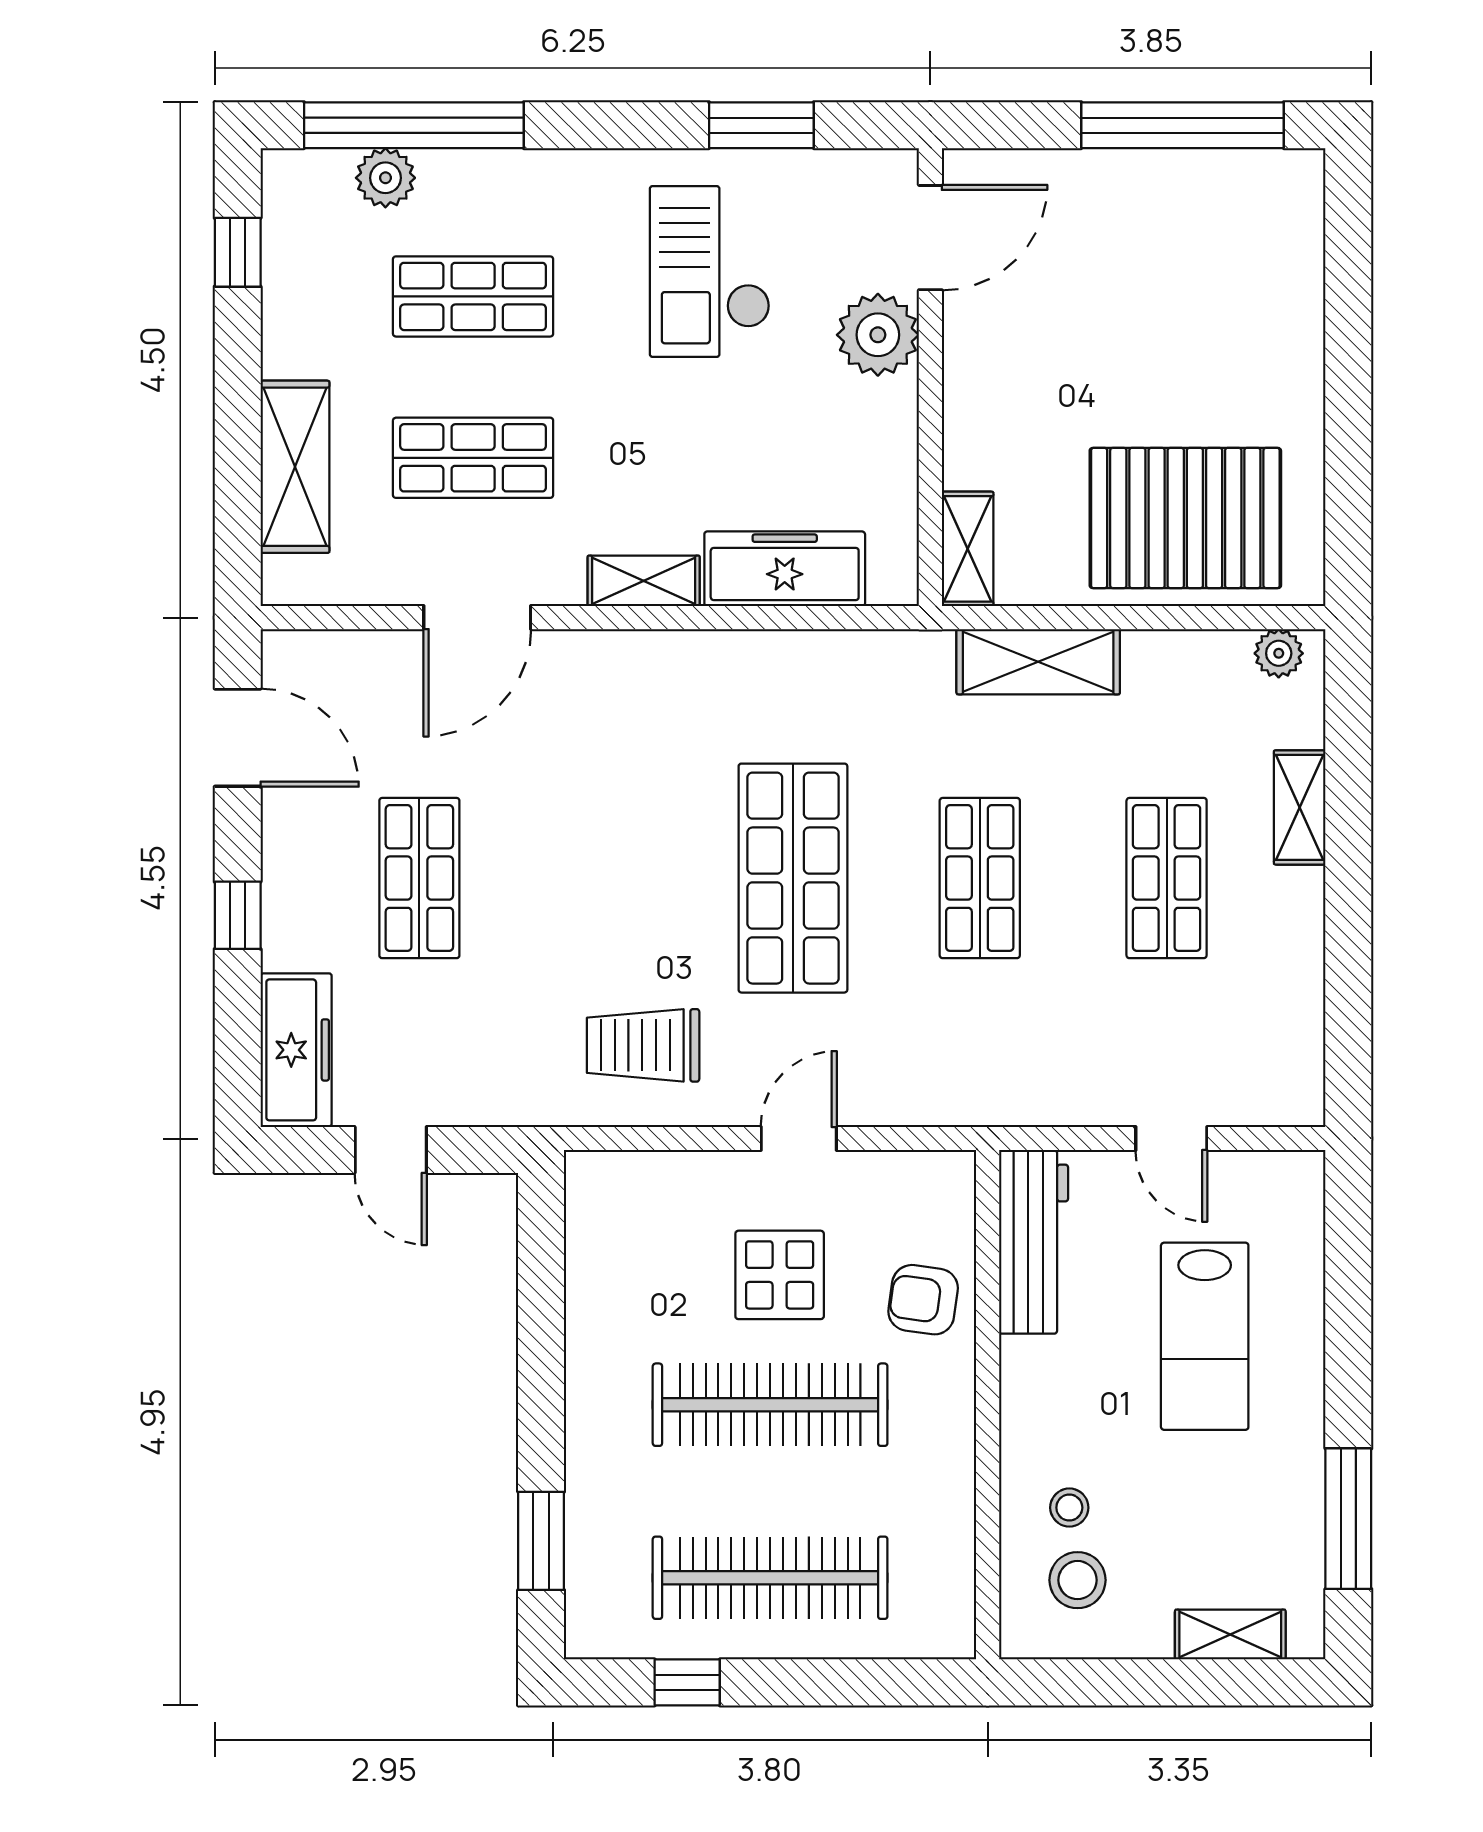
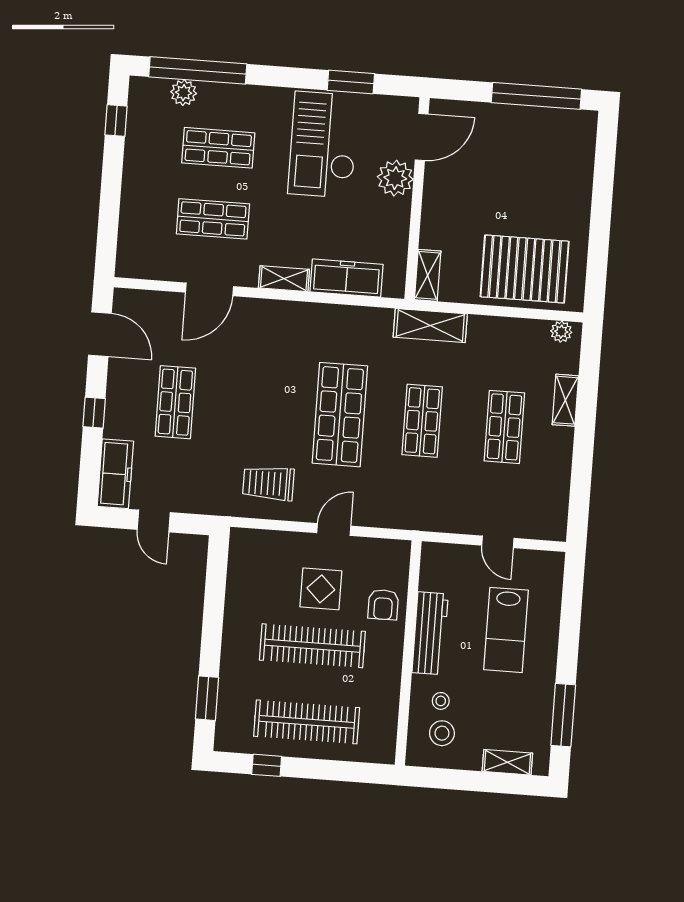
checkout: (710, 272) -> (323, 145), width x1.36, depth x1.21
shelving: (295, 467) -> (134, 217), removed
shelving: (1038, 662) -> (430, 326), moved
workbench: (1034, 1242) -> (430, 633), moved
armchair: (923, 1300) -> (383, 605), turned -98

